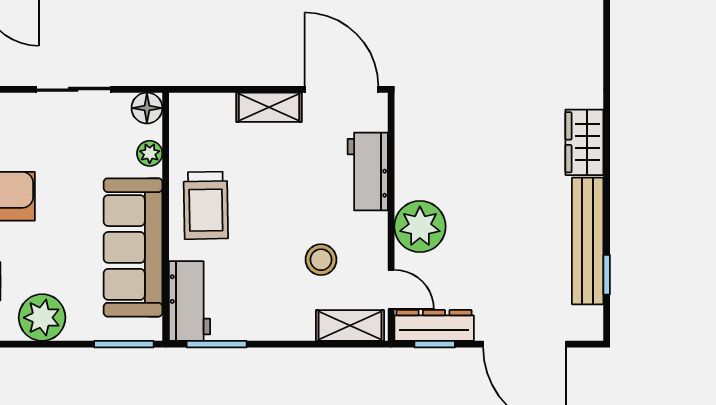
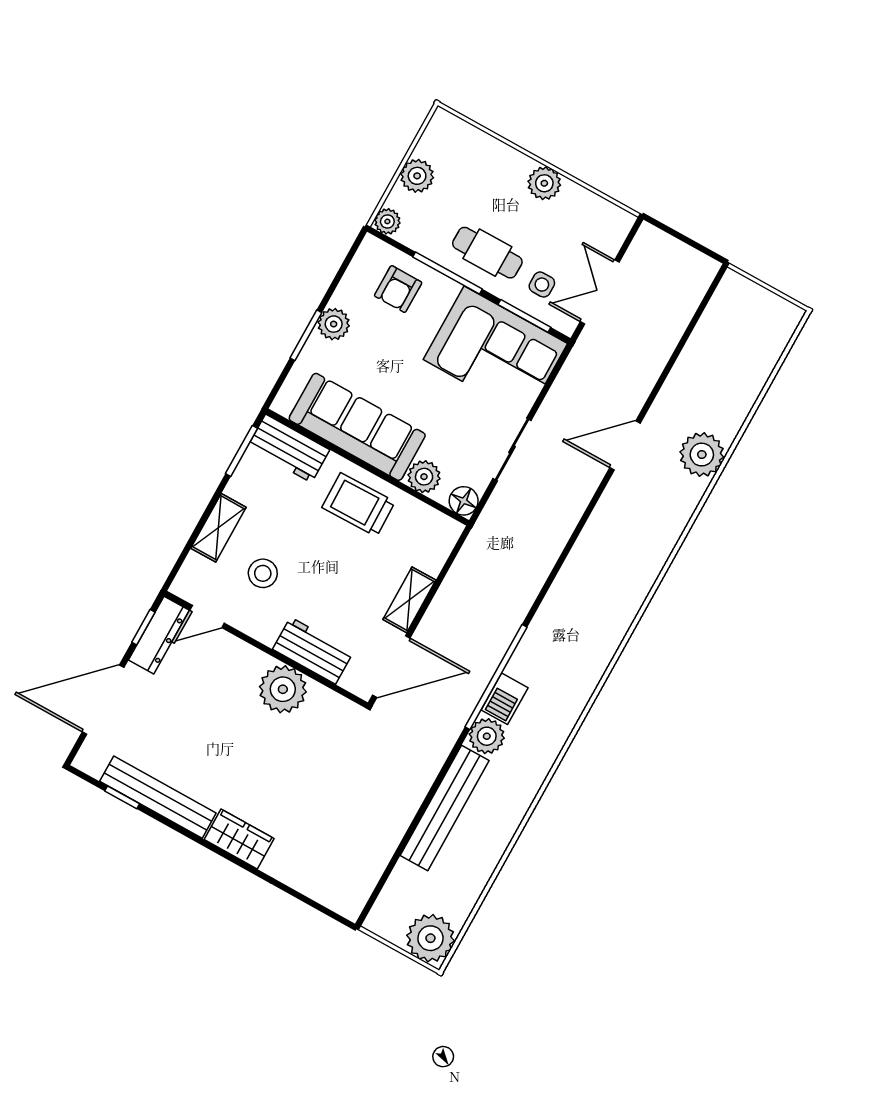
plant: (150, 153) -> (424, 477), width x1.38, depth x1.38
plant: (420, 227) -> (283, 689), moved
plant: (42, 318) -> (334, 324), width x0.73, depth x0.73
shelving: (350, 326) -> (218, 528), moved
window: (124, 344) -> (306, 335), moved

